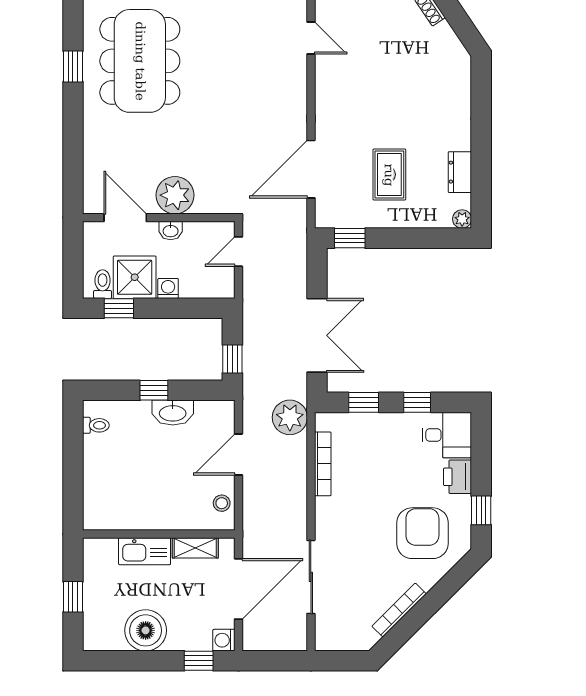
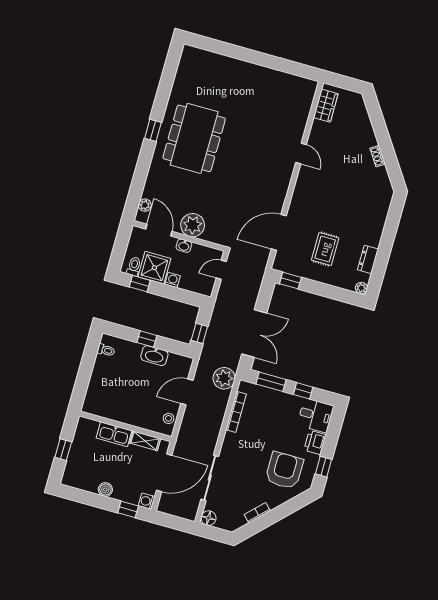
plant: (93, 185) -> (145, 205), added
window: (364, 402) -> (271, 382), width x1.50
bookcase: (399, 610) -> (257, 513), width x0.64
boiler: (146, 630) -> (105, 489), width x0.54, depth x0.54
floor lamp: (326, 639) -> (208, 518), added

